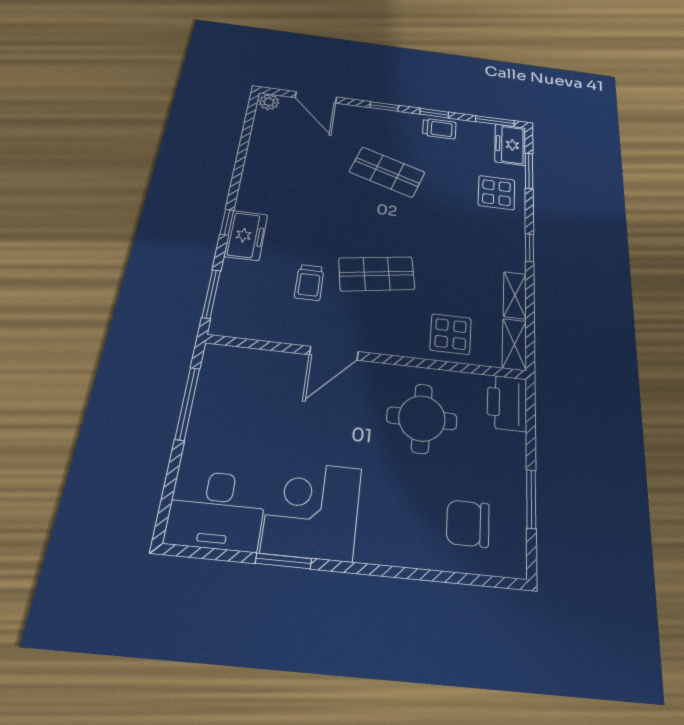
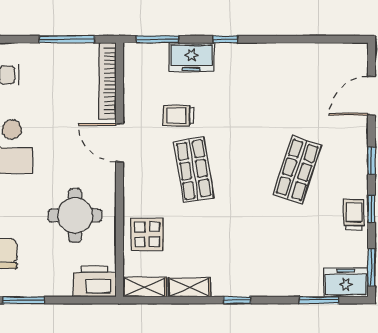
plant: (269, 102) -> (359, 54), removed
trolley: (439, 129) -> (354, 214), turned 180
display table: (496, 193) -> (290, 270), removed
freezer: (246, 235) -> (191, 57), moved
bookcase: (253, 359) -> (107, 81), added

